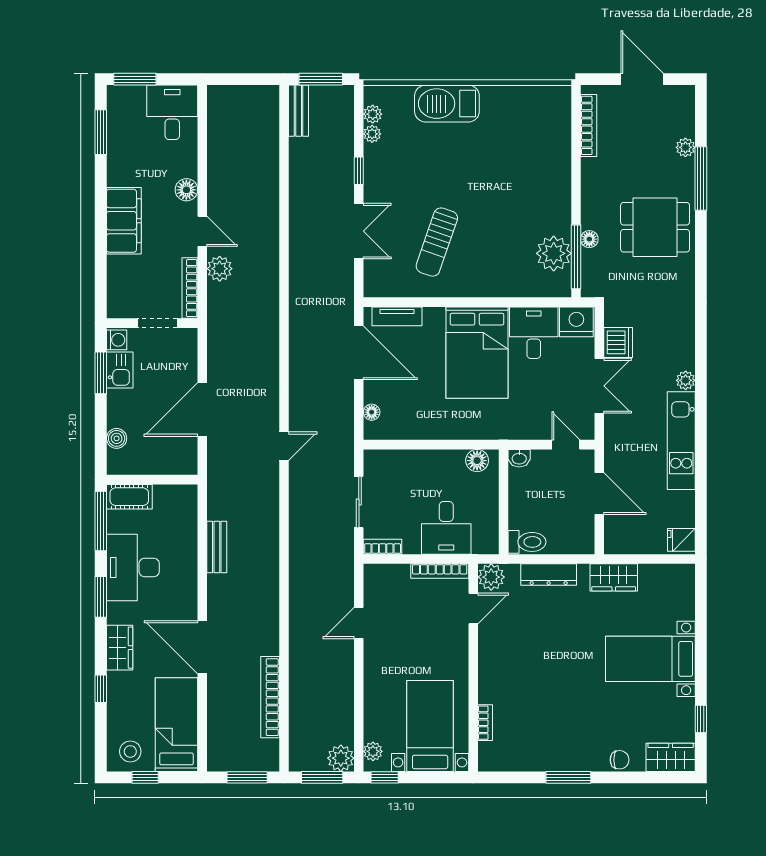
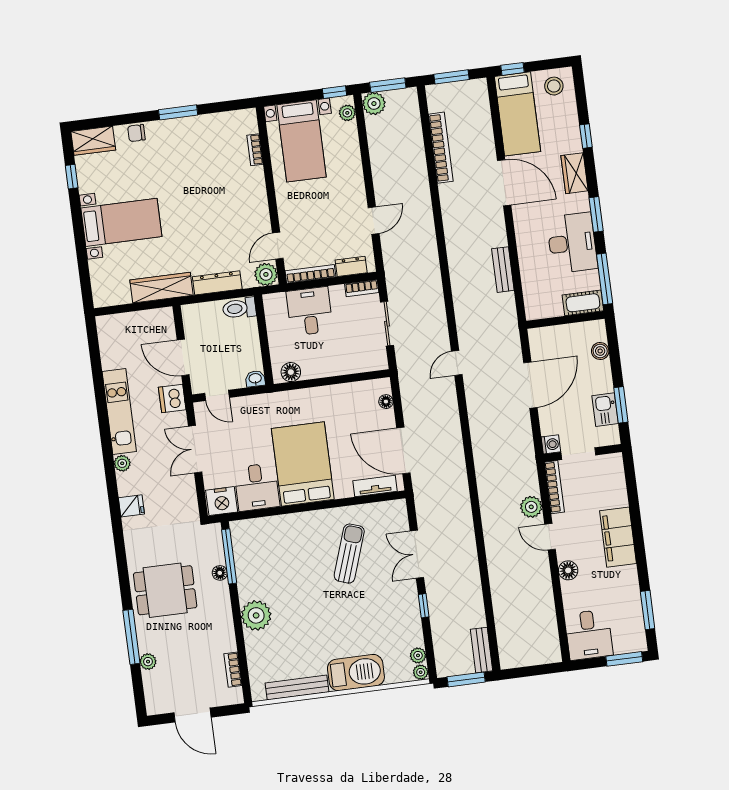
bench: (517, 95) -> (297, 688), added
bookcase: (589, 125) -> (233, 670), width x0.64
plant: (372, 134) -> (421, 672), moved
plant: (554, 253) -> (256, 615), moved
washing machine: (117, 340) -> (551, 444), moved, turned 180
dishwasher: (618, 342) -> (172, 398), moved
fridge: (681, 540) -> (131, 506), moved
dresser: (392, 574) -> (351, 266), added
wardrobe: (614, 577) -> (162, 288), width x1.50
window: (145, 777) -> (512, 69), moved

